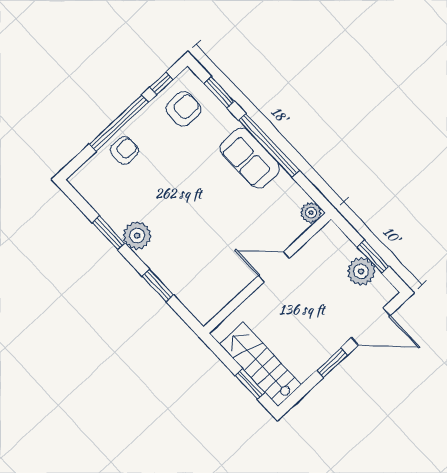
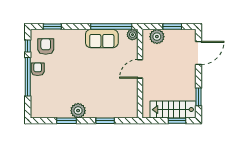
window: (269, 145) -> (111, 27), moved
armchair: (124, 150) -> (38, 69), moved
sofa: (250, 158) -> (102, 39), moved
plant: (361, 271) -> (157, 37), moved
window: (332, 363) -> (198, 97), moved

